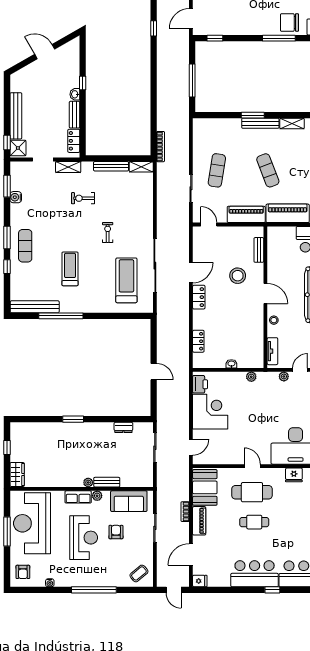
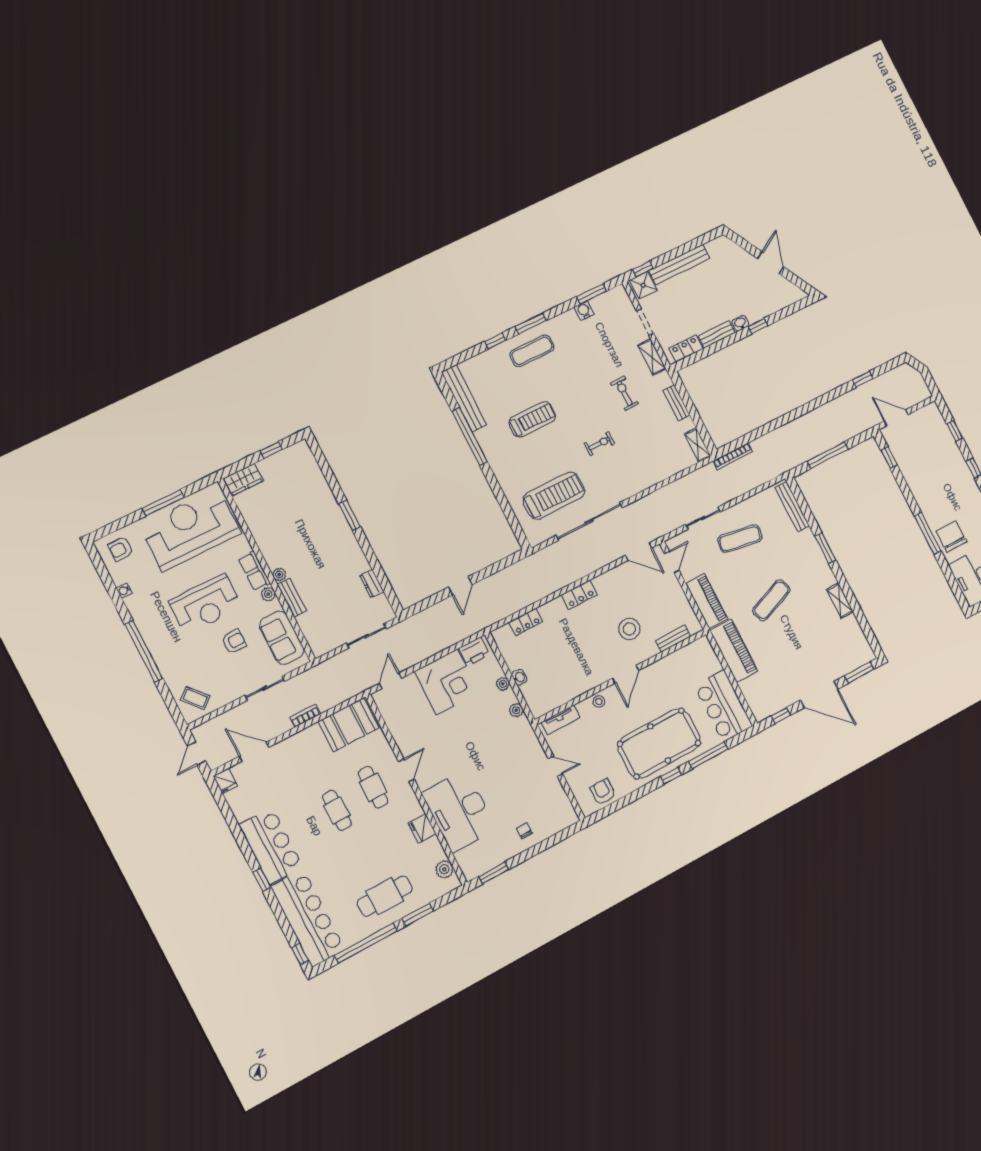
bench: (260, 123) -> (792, 507), moved
bench: (111, 166) -> (677, 403), width x0.73
door: (191, 273) -> (639, 552), moved
plant: (284, 376) -> (503, 684), moved
door: (191, 447) -> (390, 681), swing flipped
cafe table: (252, 492) -> (373, 787), width x0.73, depth x0.74
piano: (199, 521) -> (302, 740), removed

